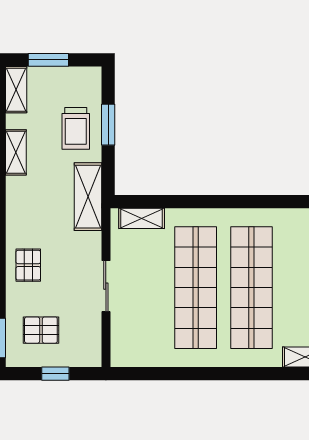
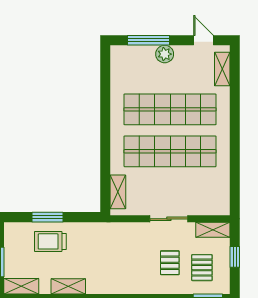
trolley: (76, 128) -> (50, 241), turned 180
shelving: (88, 197) -> (213, 230), moved, width x0.67, depth x0.75
pallet: (28, 265) -> (170, 263), moved, turned 90

